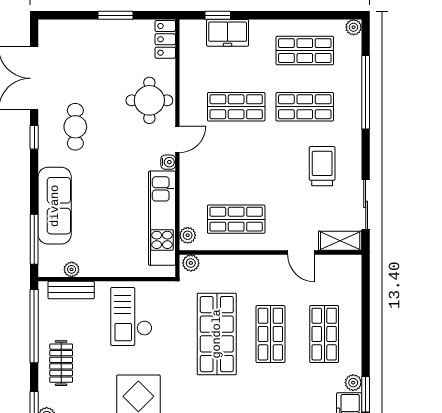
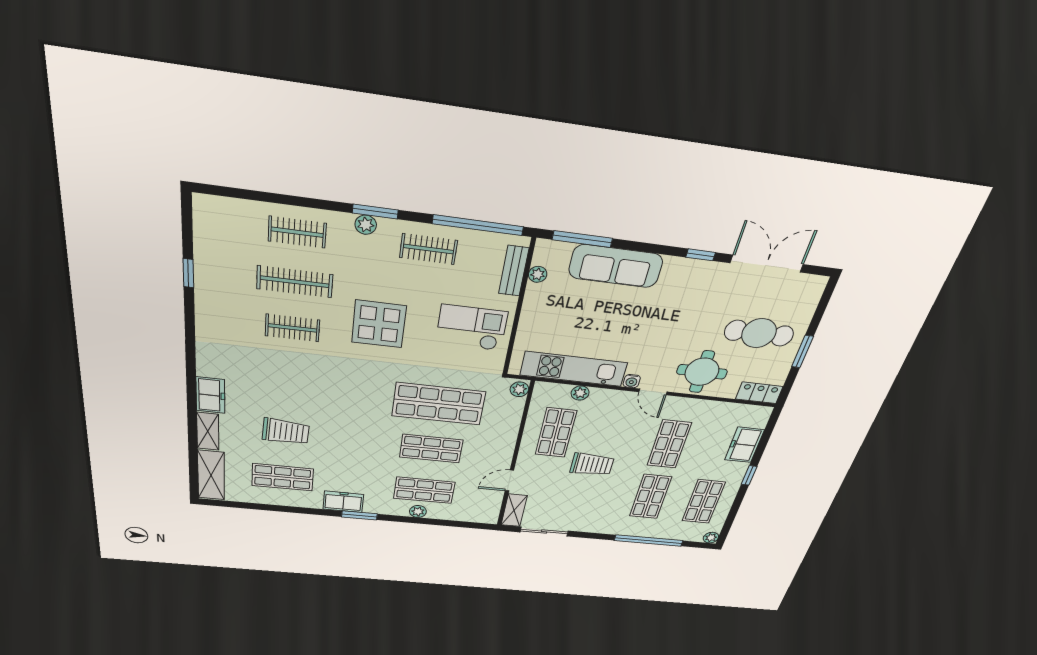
window: (218, 15) -> (749, 475), moved
cafe table: (75, 127) -> (759, 333), moved, width x1.37, depth x1.35
trolley: (322, 166) -> (592, 464), moved
plant: (188, 235) -> (580, 393), moved
plant: (353, 383) -> (418, 511), moved

